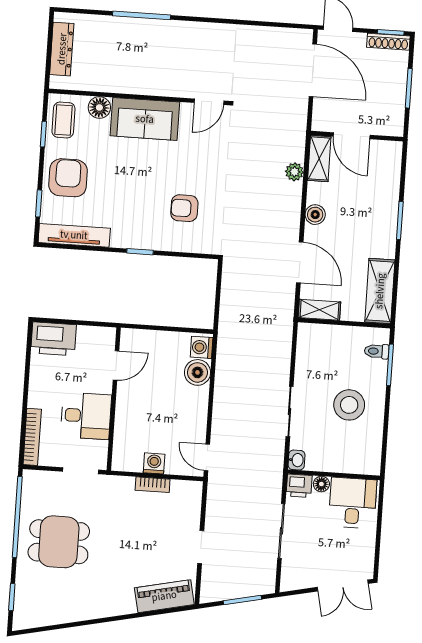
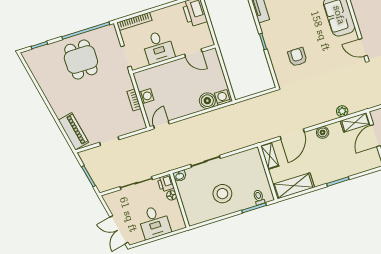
desk: (353, 503) -> (154, 222), moved, turned 90

